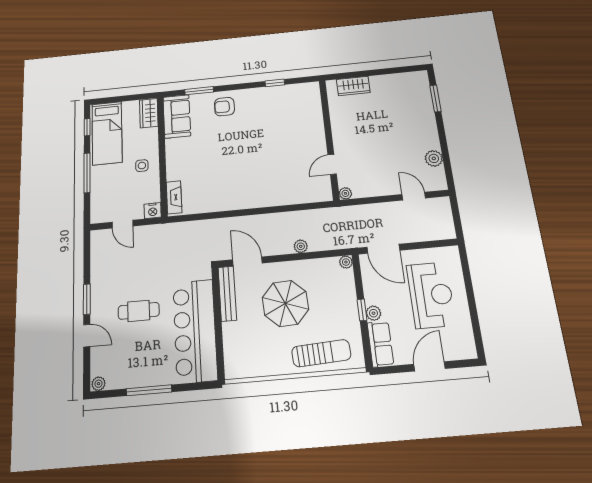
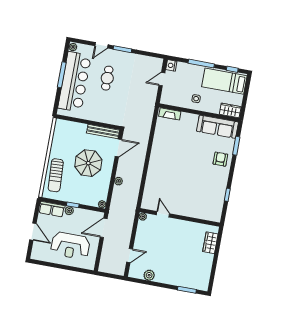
sofa: (177, 116) -> (217, 127), width x1.36
nightstand: (153, 211) -> (171, 65), moved
bar counter: (195, 331) -> (75, 82), moved, turned 90

